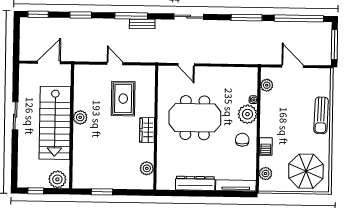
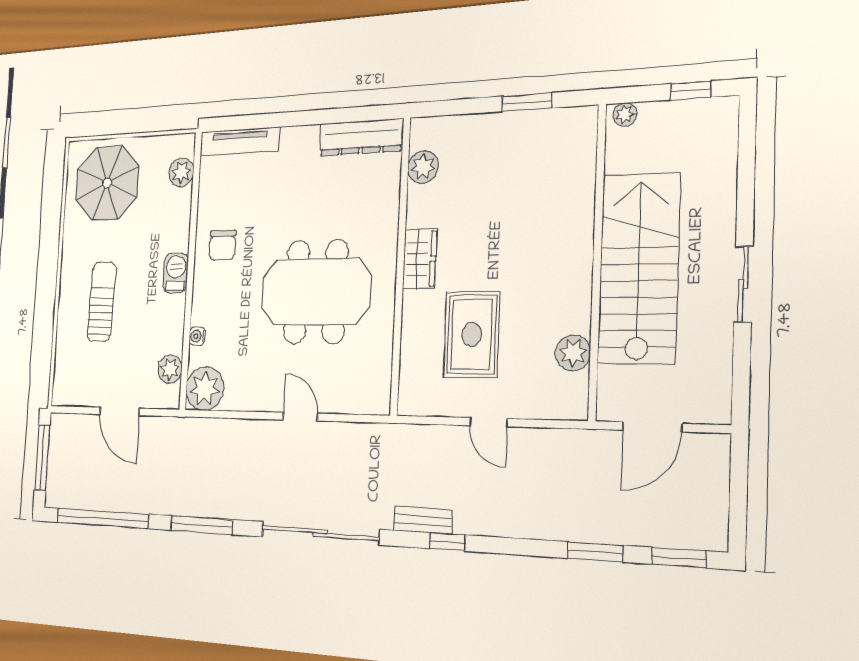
window: (81, 15) -> (595, 552), moved
window: (131, 16) -> (447, 542), width x0.46
sliding door: (189, 17) -> (320, 533), width x1.86
door: (186, 65) -> (300, 417), moved
plant: (247, 114) -> (205, 389), moved
sun lounger: (321, 115) -> (102, 302), moved
plant: (80, 117) -> (573, 353), moved
barbecue: (266, 146) -> (176, 273), moved
plant: (57, 179) -> (625, 114), width x0.53, depth x0.53
dresser: (195, 183) -> (361, 137), moved

